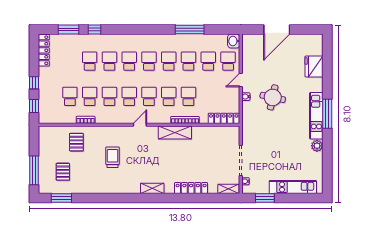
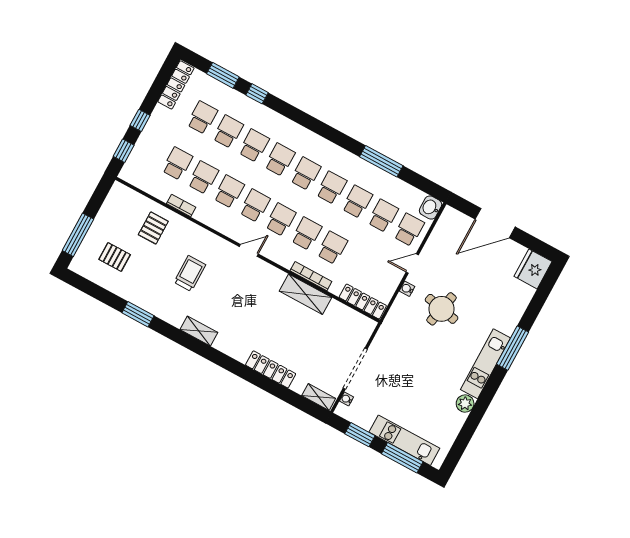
school desk: (70, 61) -> (202, 118), added
fridge: (314, 66) -> (533, 269), moved
window: (327, 114) -> (512, 348), moved
shelving: (175, 132) -> (306, 294), moved
pallet: (63, 172) -> (115, 257), turned 90
shelving: (152, 188) -> (199, 331), moved
window: (61, 198) -> (138, 314), moved
window: (297, 198) -> (402, 458), added

